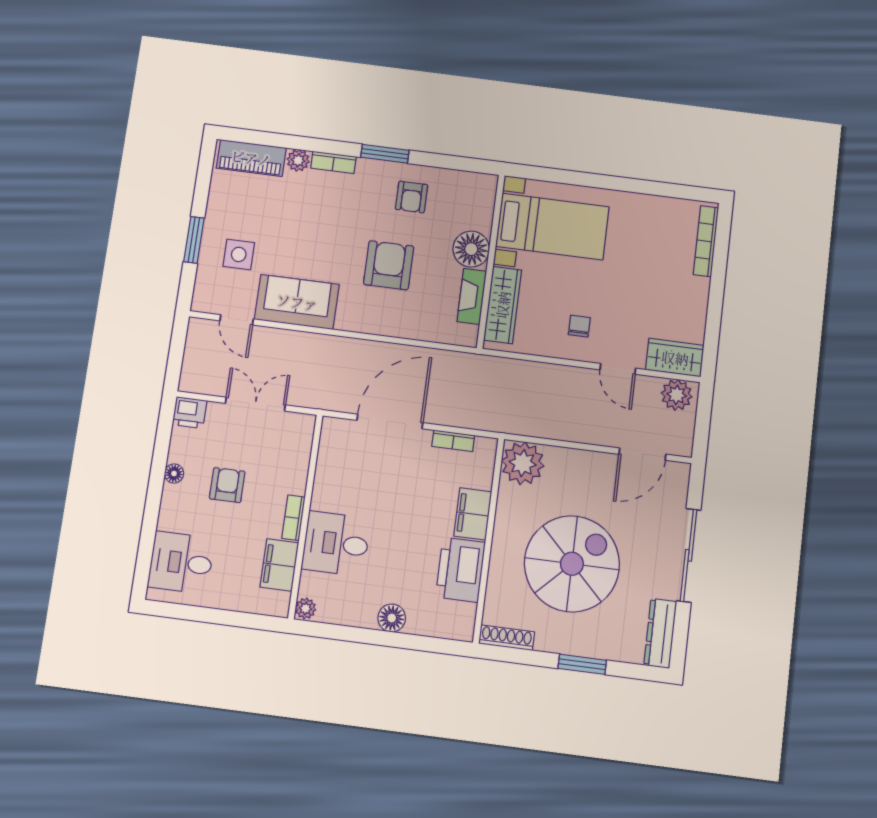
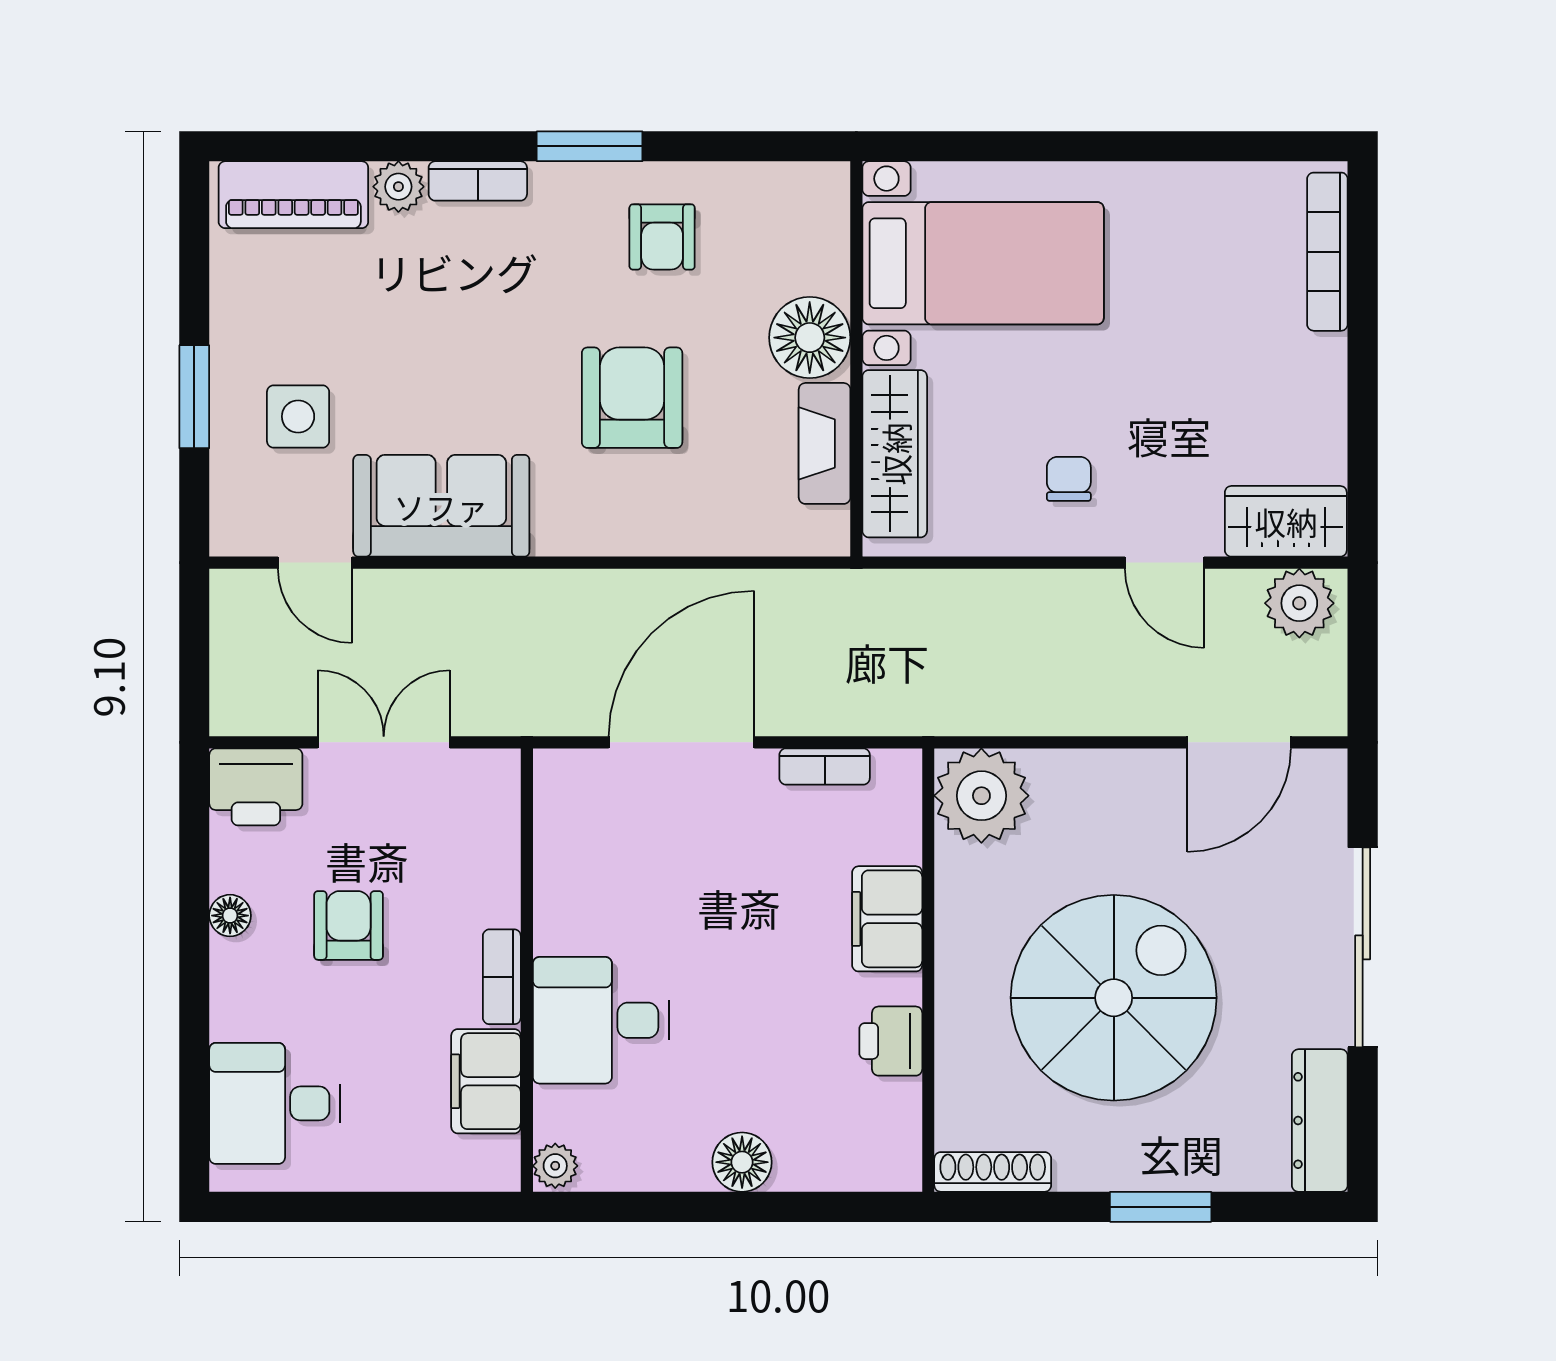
printer: (190, 413) -> (256, 787), width x1.36, depth x1.24
printer: (460, 570) -> (891, 1041), width x0.53, depth x0.68

